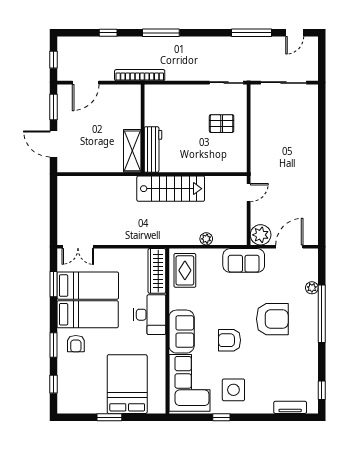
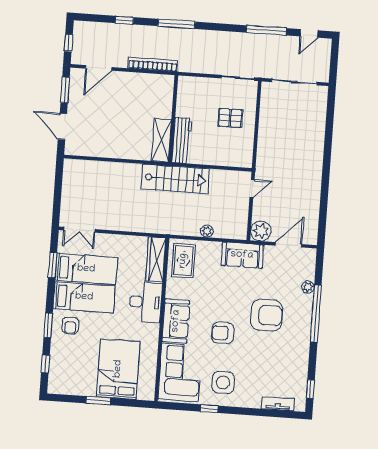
wall: (143, 128) -> (173, 119), moved
workbench: (153, 149) -> (182, 140), moved
shelving: (132, 151) -> (161, 140), moved

